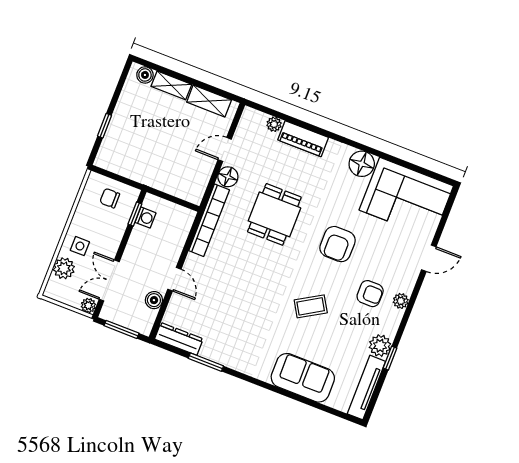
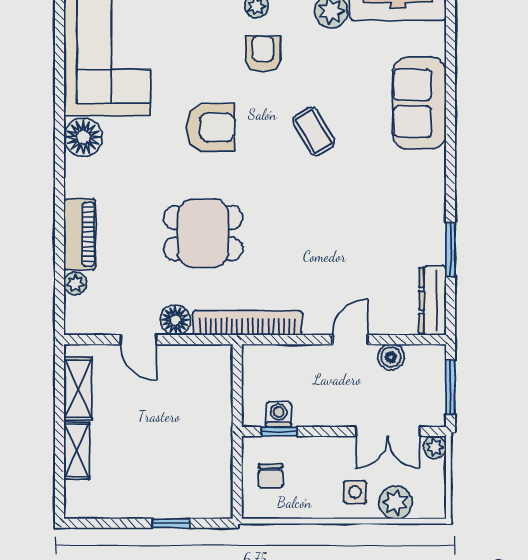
boiler: (145, 75) -> (76, 494), removed

